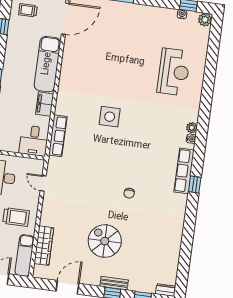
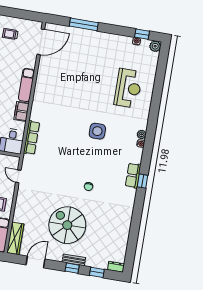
exam couch: (47, 64) -> (26, 85), width x0.73, depth x0.69
side table: (110, 117) -> (97, 131), moved
row of seats: (184, 171) -> (133, 175), width x0.68
spiral stairs: (105, 241) -> (67, 225), width x1.37, depth x1.37
wardrobe: (44, 246) -> (15, 238), moved

